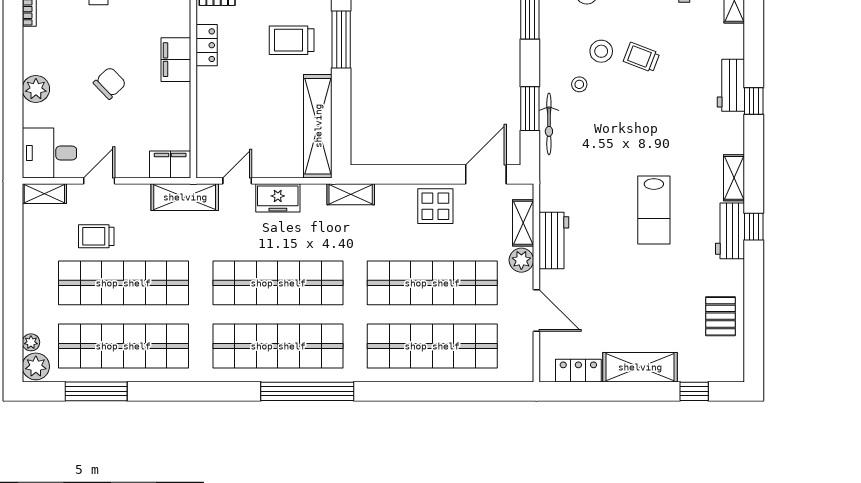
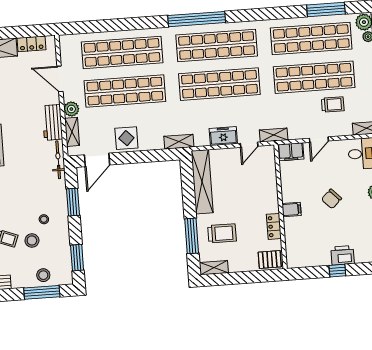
filing cabinet: (176, 60) -> (292, 209), width x0.50
bicycle: (549, 124) -> (58, 160), moved
door: (99, 181) -> (319, 140), moved
shelving: (185, 197) -> (274, 135), width x0.67, depth x0.75

